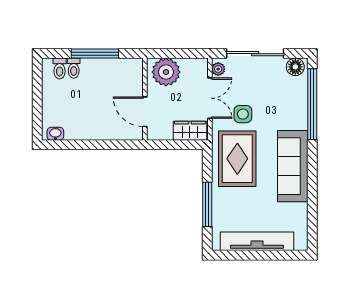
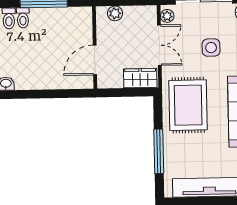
plant: (166, 72) -> (115, 13), width x0.53, depth x0.53
door: (145, 112) -> (95, 60), hinge flipped
side table: (243, 114) -> (211, 48), moved

